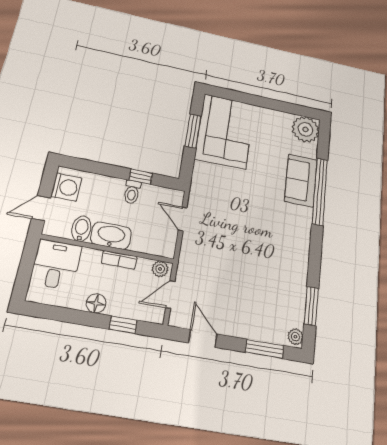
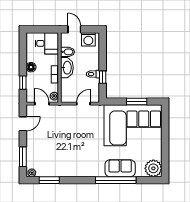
corner sofa: (225, 131) -> (133, 125), width x1.36, depth x1.36

